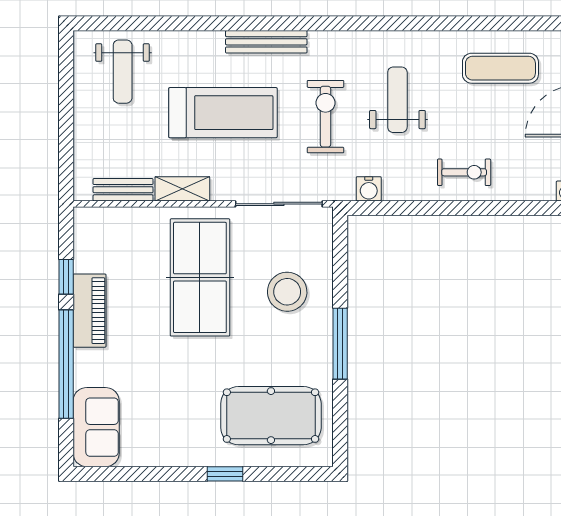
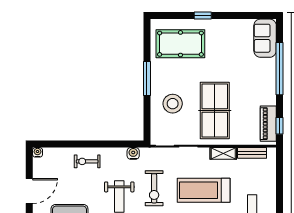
window: (66, 277) -> (280, 126), moved
piano: (89, 311) -> (268, 124), moved

